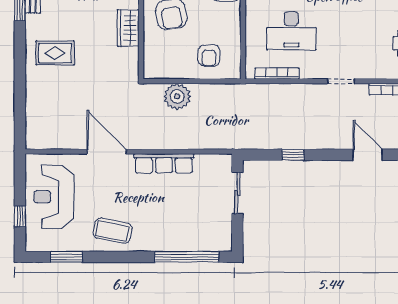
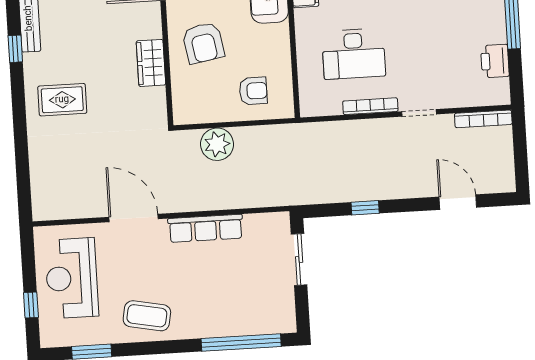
armchair: (209, 55) -> (253, 91), turned -90
bookcase: (277, 73) -> (370, 106), moved

